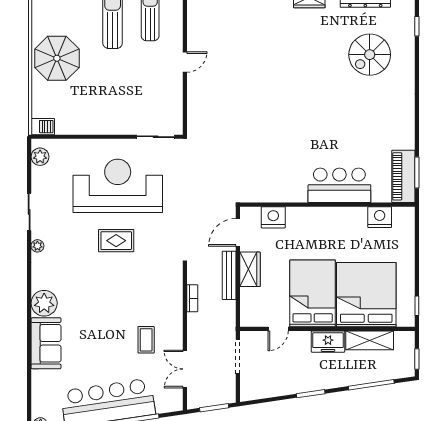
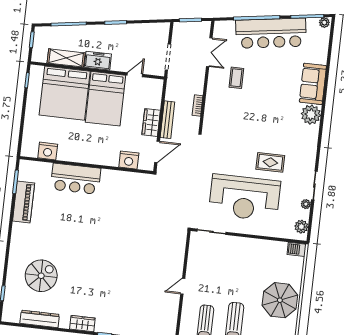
piano: (403, 176) -> (24, 202), moved
rug: (116, 241) -> (270, 162), moved
plant: (37, 246) -> (306, 204), moved

